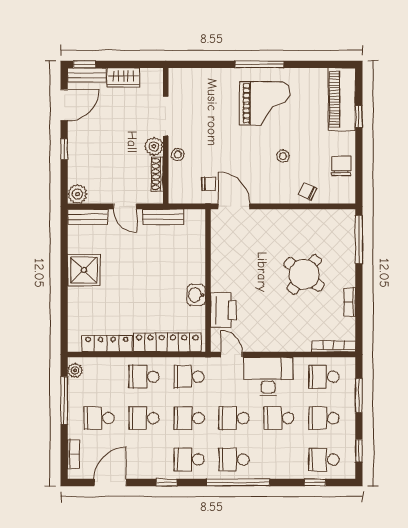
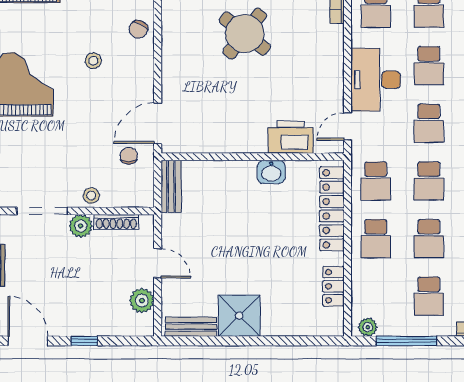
plant: (77, 194) -> (142, 301), moved
door: (125, 206) -> (158, 263), hinge flipped
bench: (88, 217) -> (191, 327), moved, turned 90
bench: (163, 217) -> (171, 186), moved
locker: (107, 344) -> (333, 286), width x0.66

